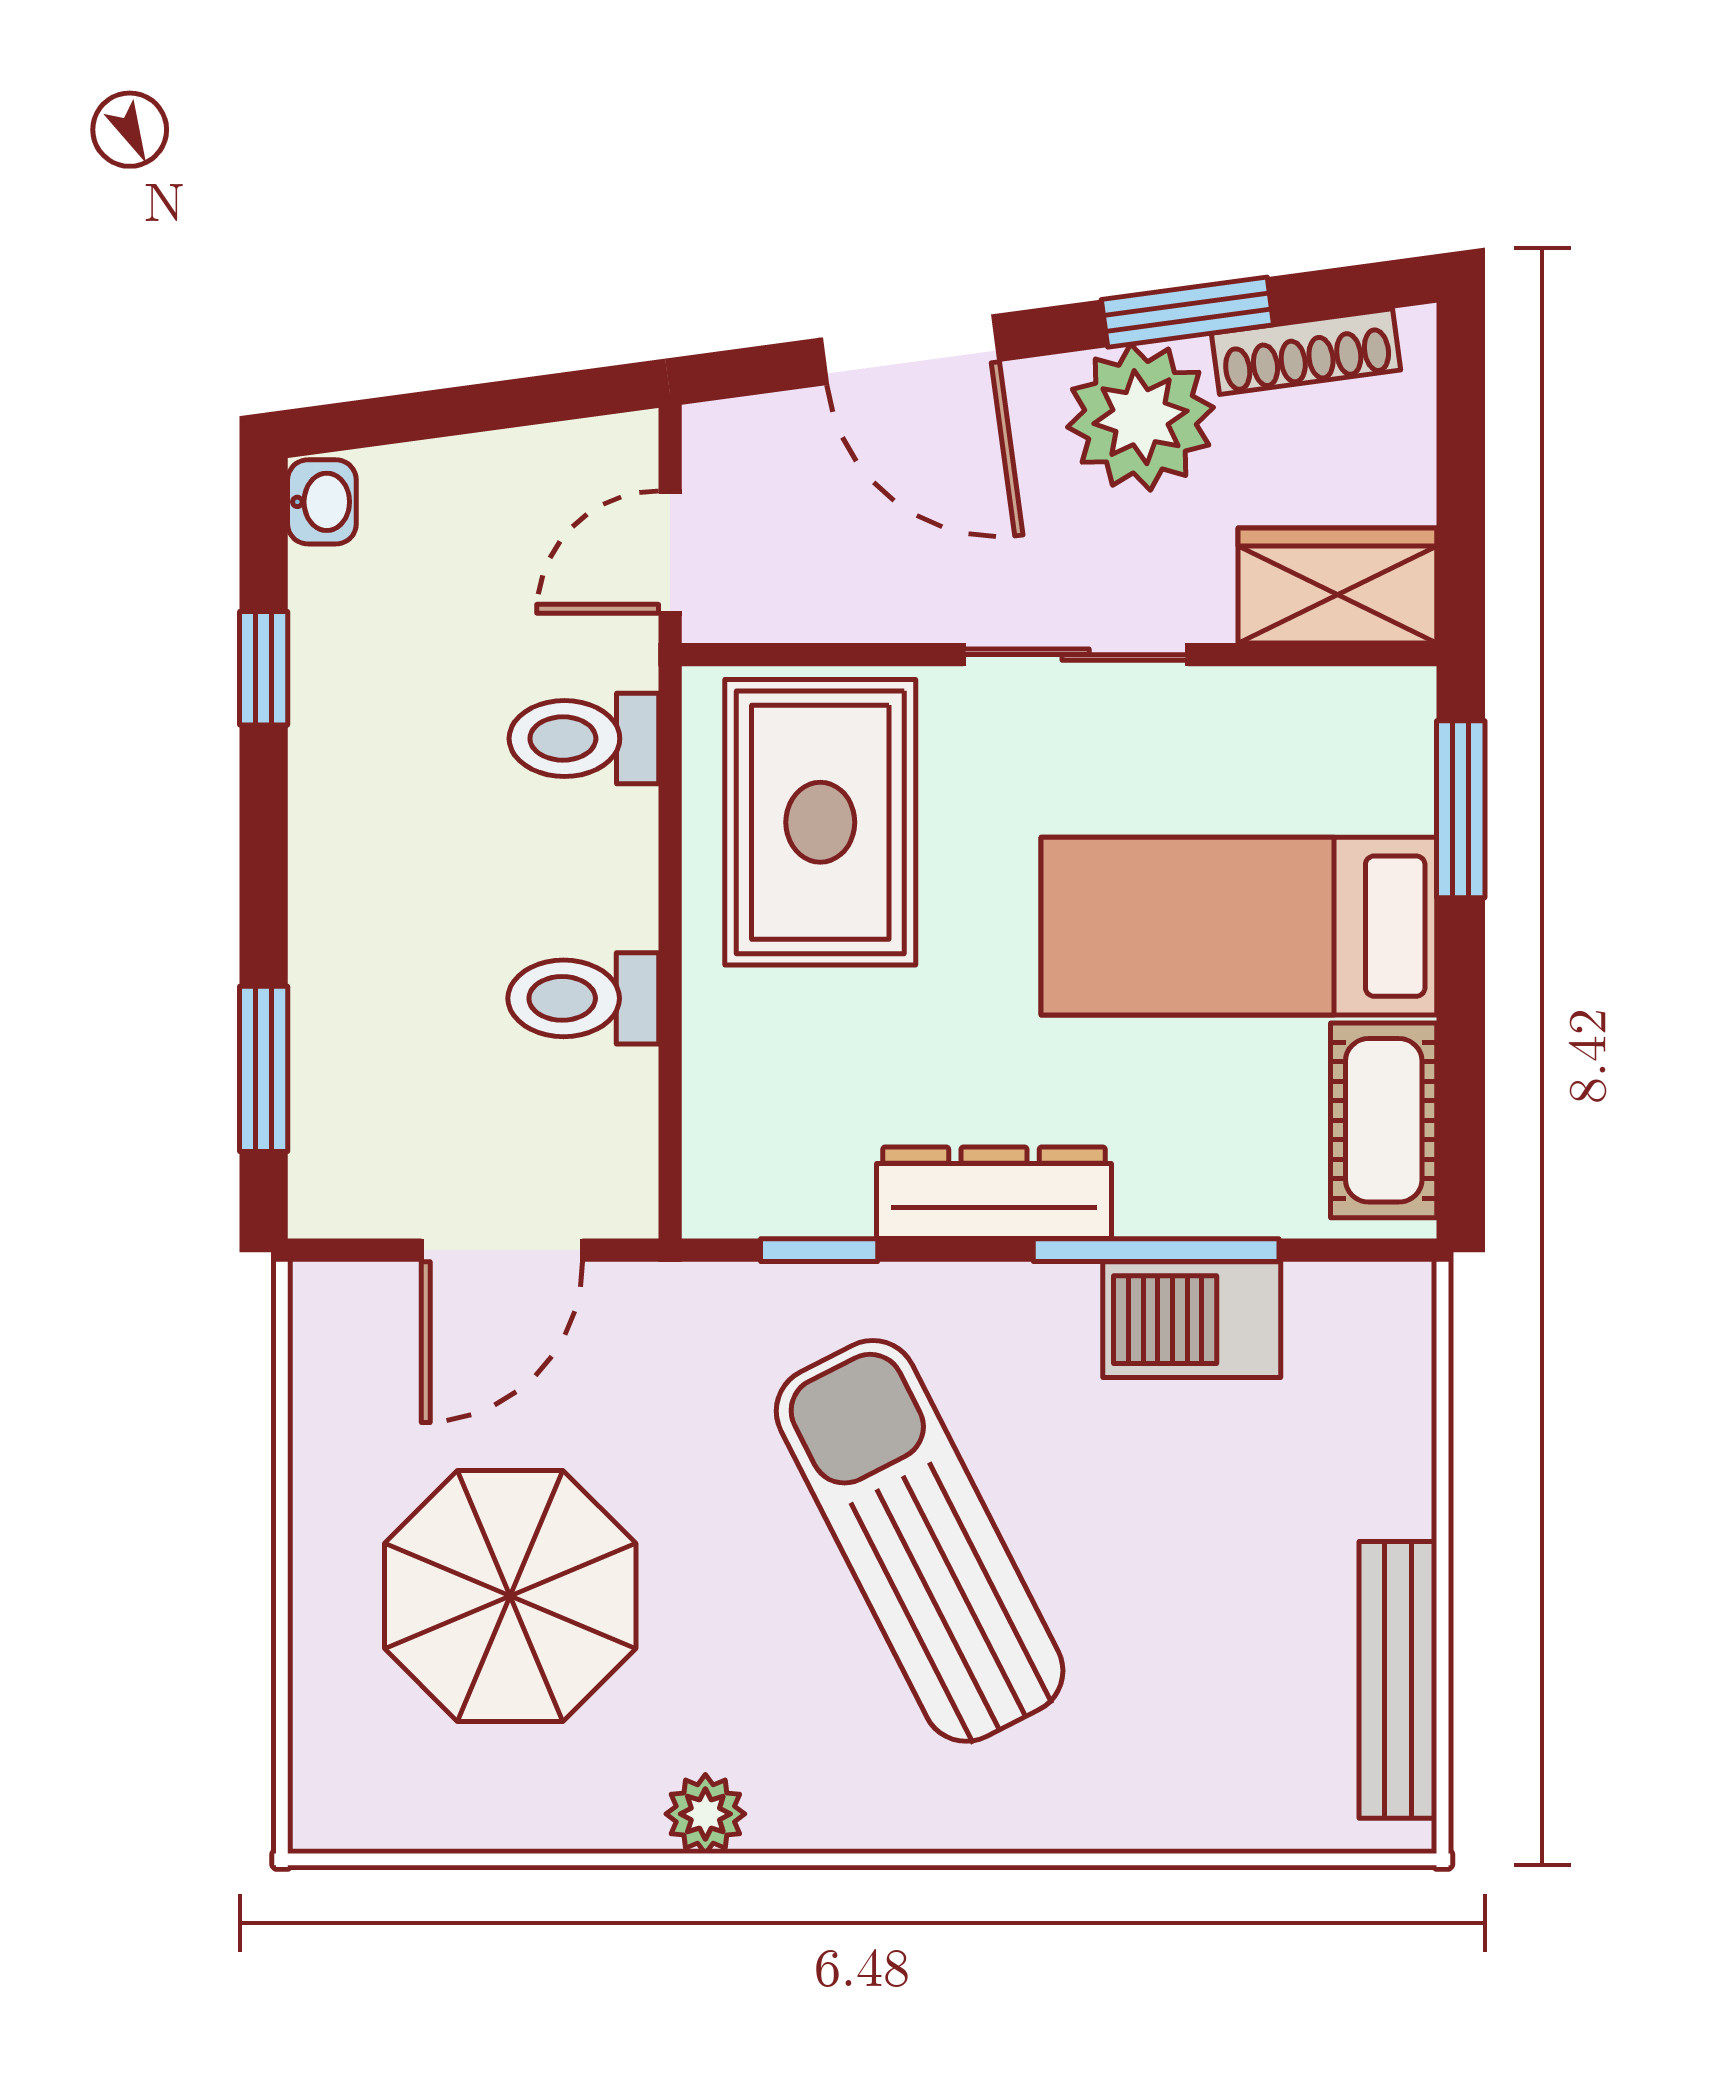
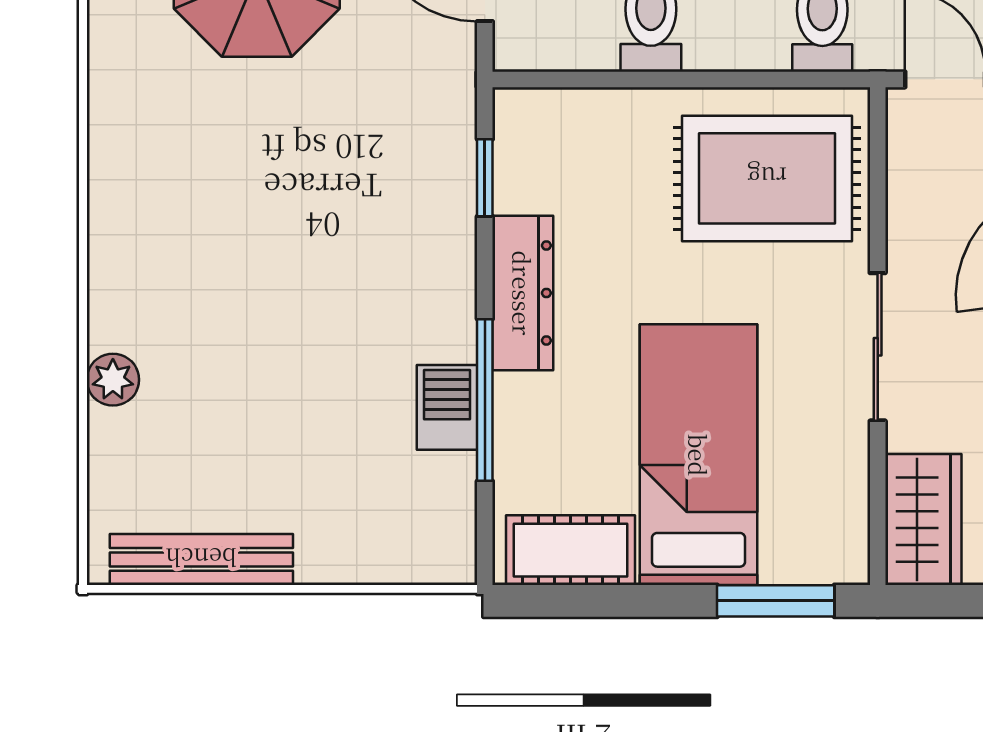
barbecue: (1192, 1320) -> (447, 407), width x0.73, depth x0.79
sun lounger: (920, 1541) -> (293, 244), removed
plant: (705, 1814) -> (113, 380), moved

